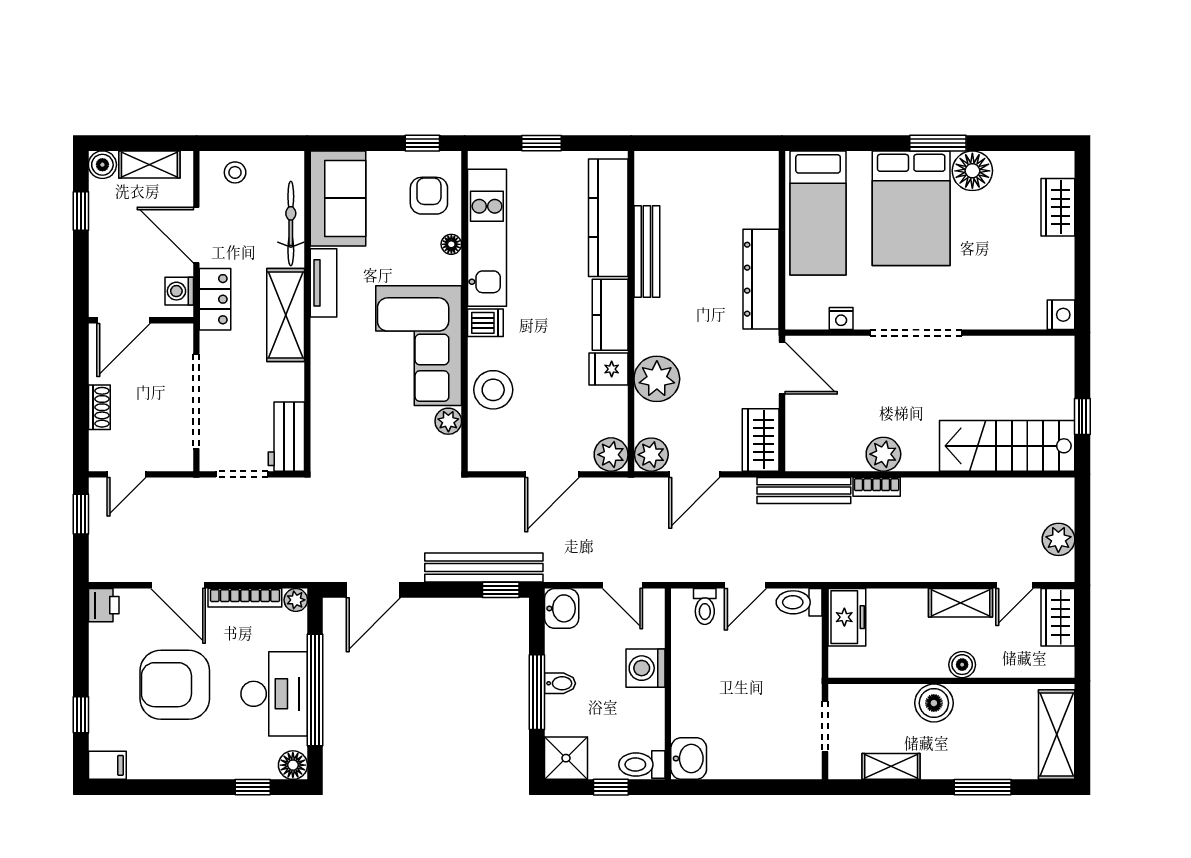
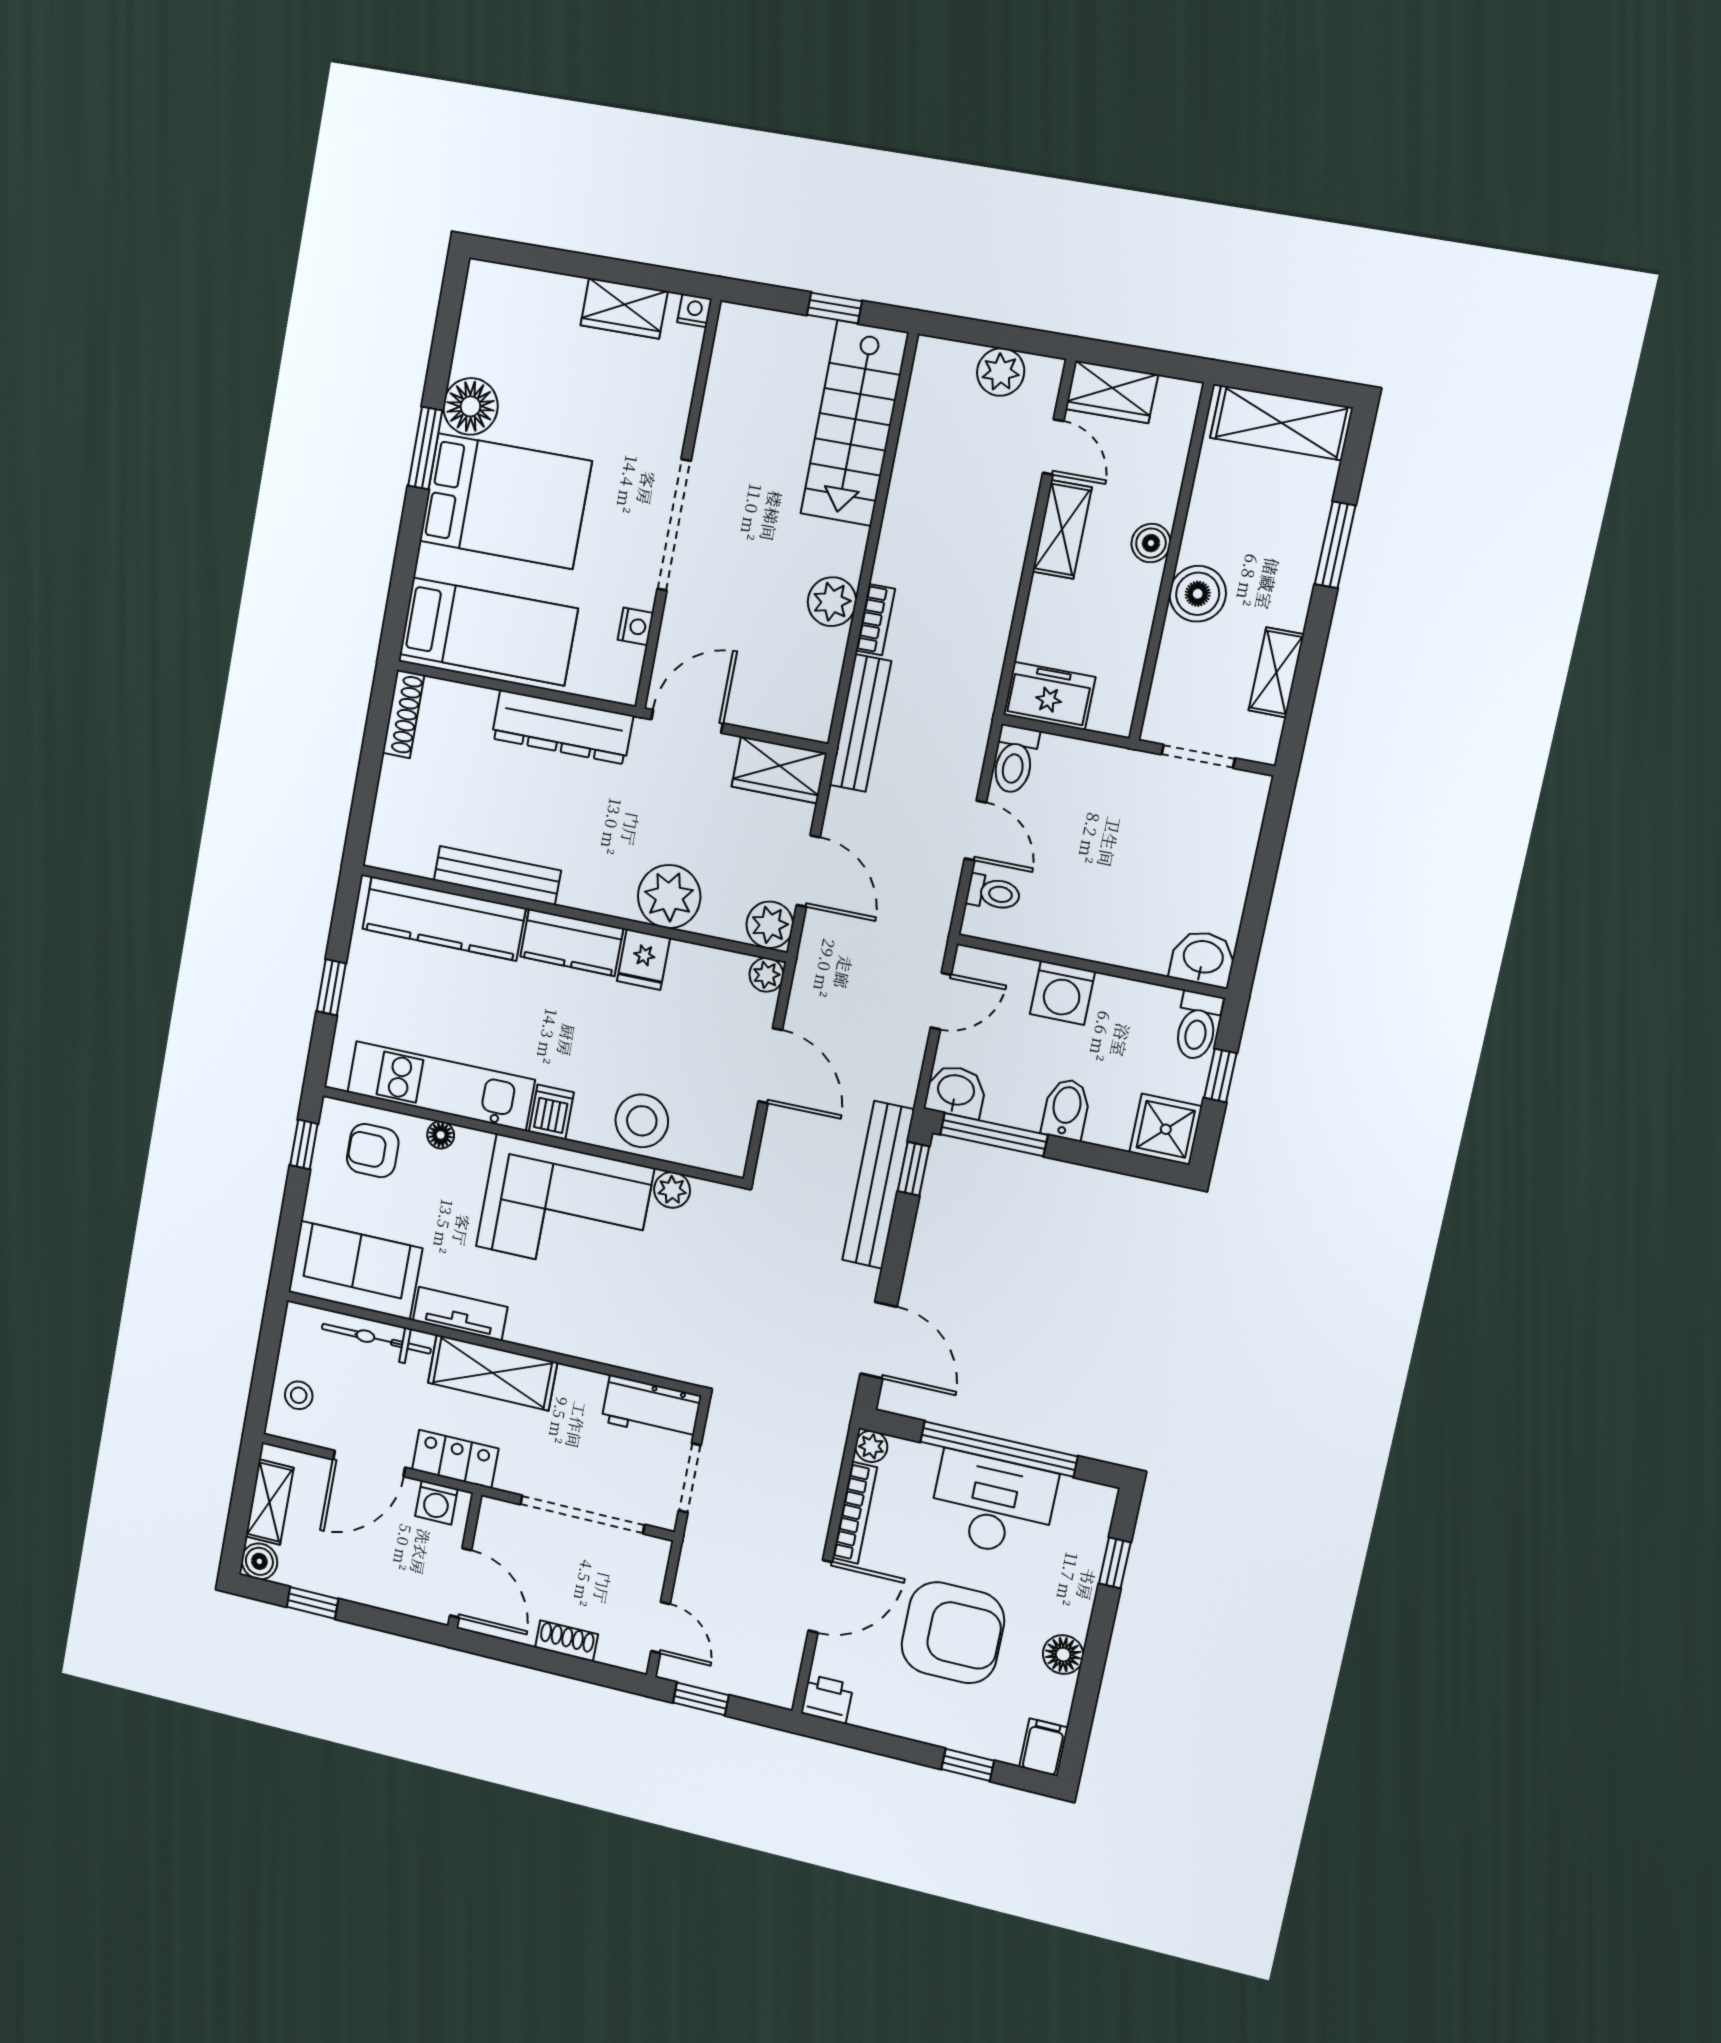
shoe rack: (748, 161) -> (403, 714), added
wardrobe: (1058, 207) -> (624, 308), moved
nightstand: (1061, 315) -> (694, 311), width x0.72, depth x0.74
plant: (611, 455) -> (766, 975), width x0.73, depth x0.73
bidet: (560, 683) -> (1066, 1109), width x1.38, depth x1.36
armchair: (175, 685) -> (953, 1633), turned -90
window: (537, 692) -> (994, 1135), moved
floor lamp: (293, 765) -> (1063, 1655), moved

